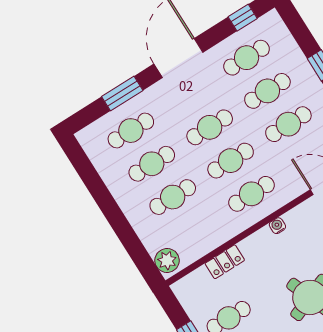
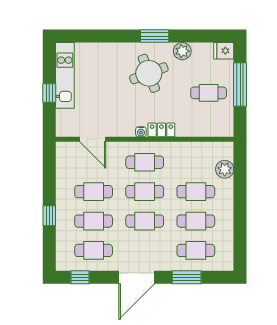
plant: (167, 261) -> (225, 169), moved
locker: (225, 262) -> (161, 130), moved

